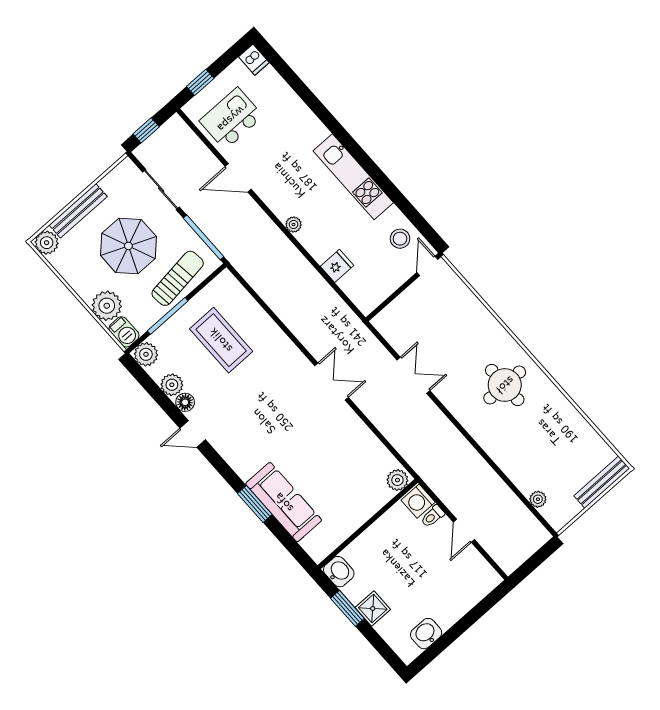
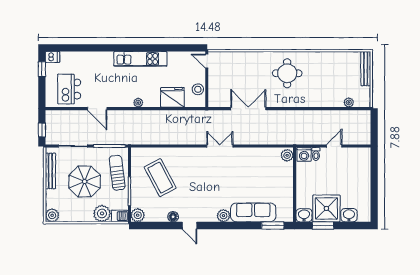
window: (200, 82) -> (42, 69), moved
door: (238, 178) -> (97, 109), hinge flipped
bench: (78, 211) -> (50, 171), moved
stool: (400, 239) -> (198, 89), moved
fridge: (337, 266) -> (172, 97), width x1.88, depth x1.34
coffee table: (221, 340) -> (160, 178), turned 62
double door: (413, 375) -> (248, 109), width x1.37
plant: (172, 385) -> (223, 216), moved
door: (193, 434) -> (189, 225), hinge flipped
window: (255, 504) -> (273, 225), moved
door: (464, 531) -> (334, 146), swing flipped
shower: (373, 608) -> (326, 208), width x1.86, depth x1.86
washbasin: (426, 634) -> (349, 215), moved, turned 90

